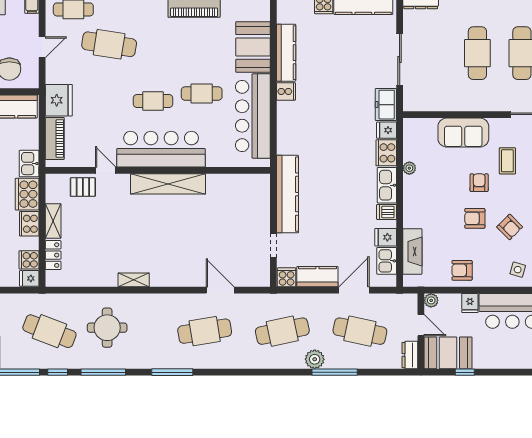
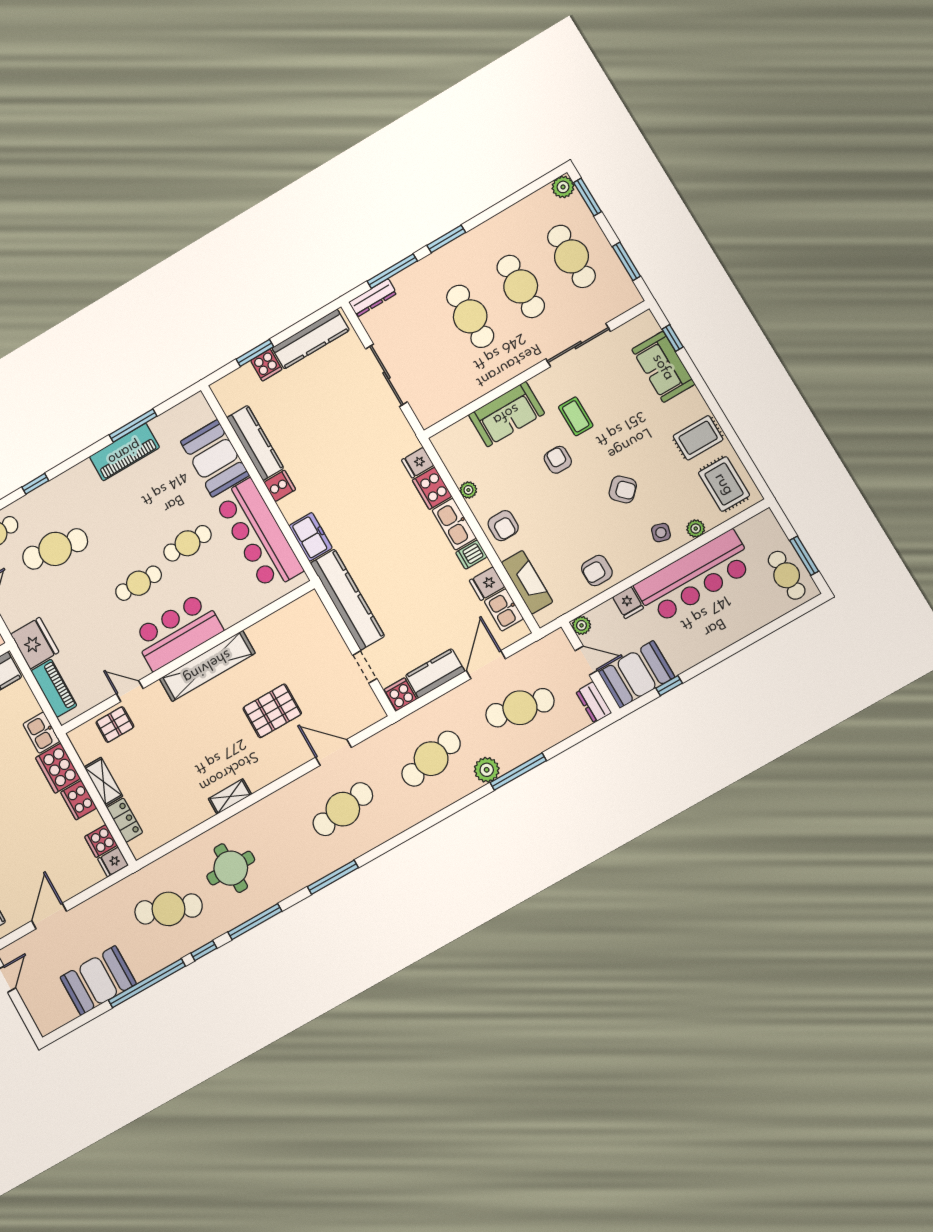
freezer: (386, 105) -> (311, 537), moved, turned 180
bar counter: (161, 149) -> (178, 632), width x0.73
armchair: (475, 218) -> (503, 526), moved, turned -90
pallet: (195, 239) -> (272, 711), added

